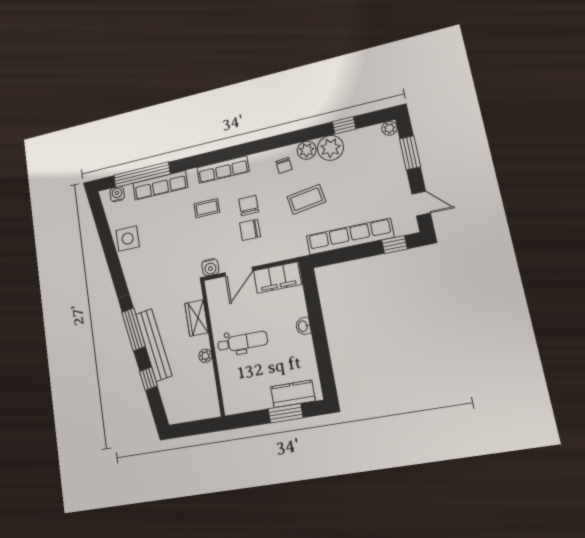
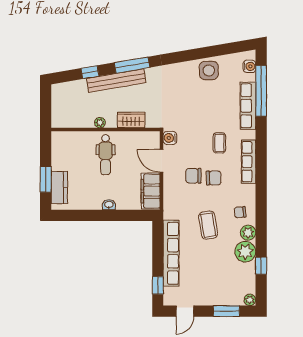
chair: (250, 230) -> (193, 176), turned -90

